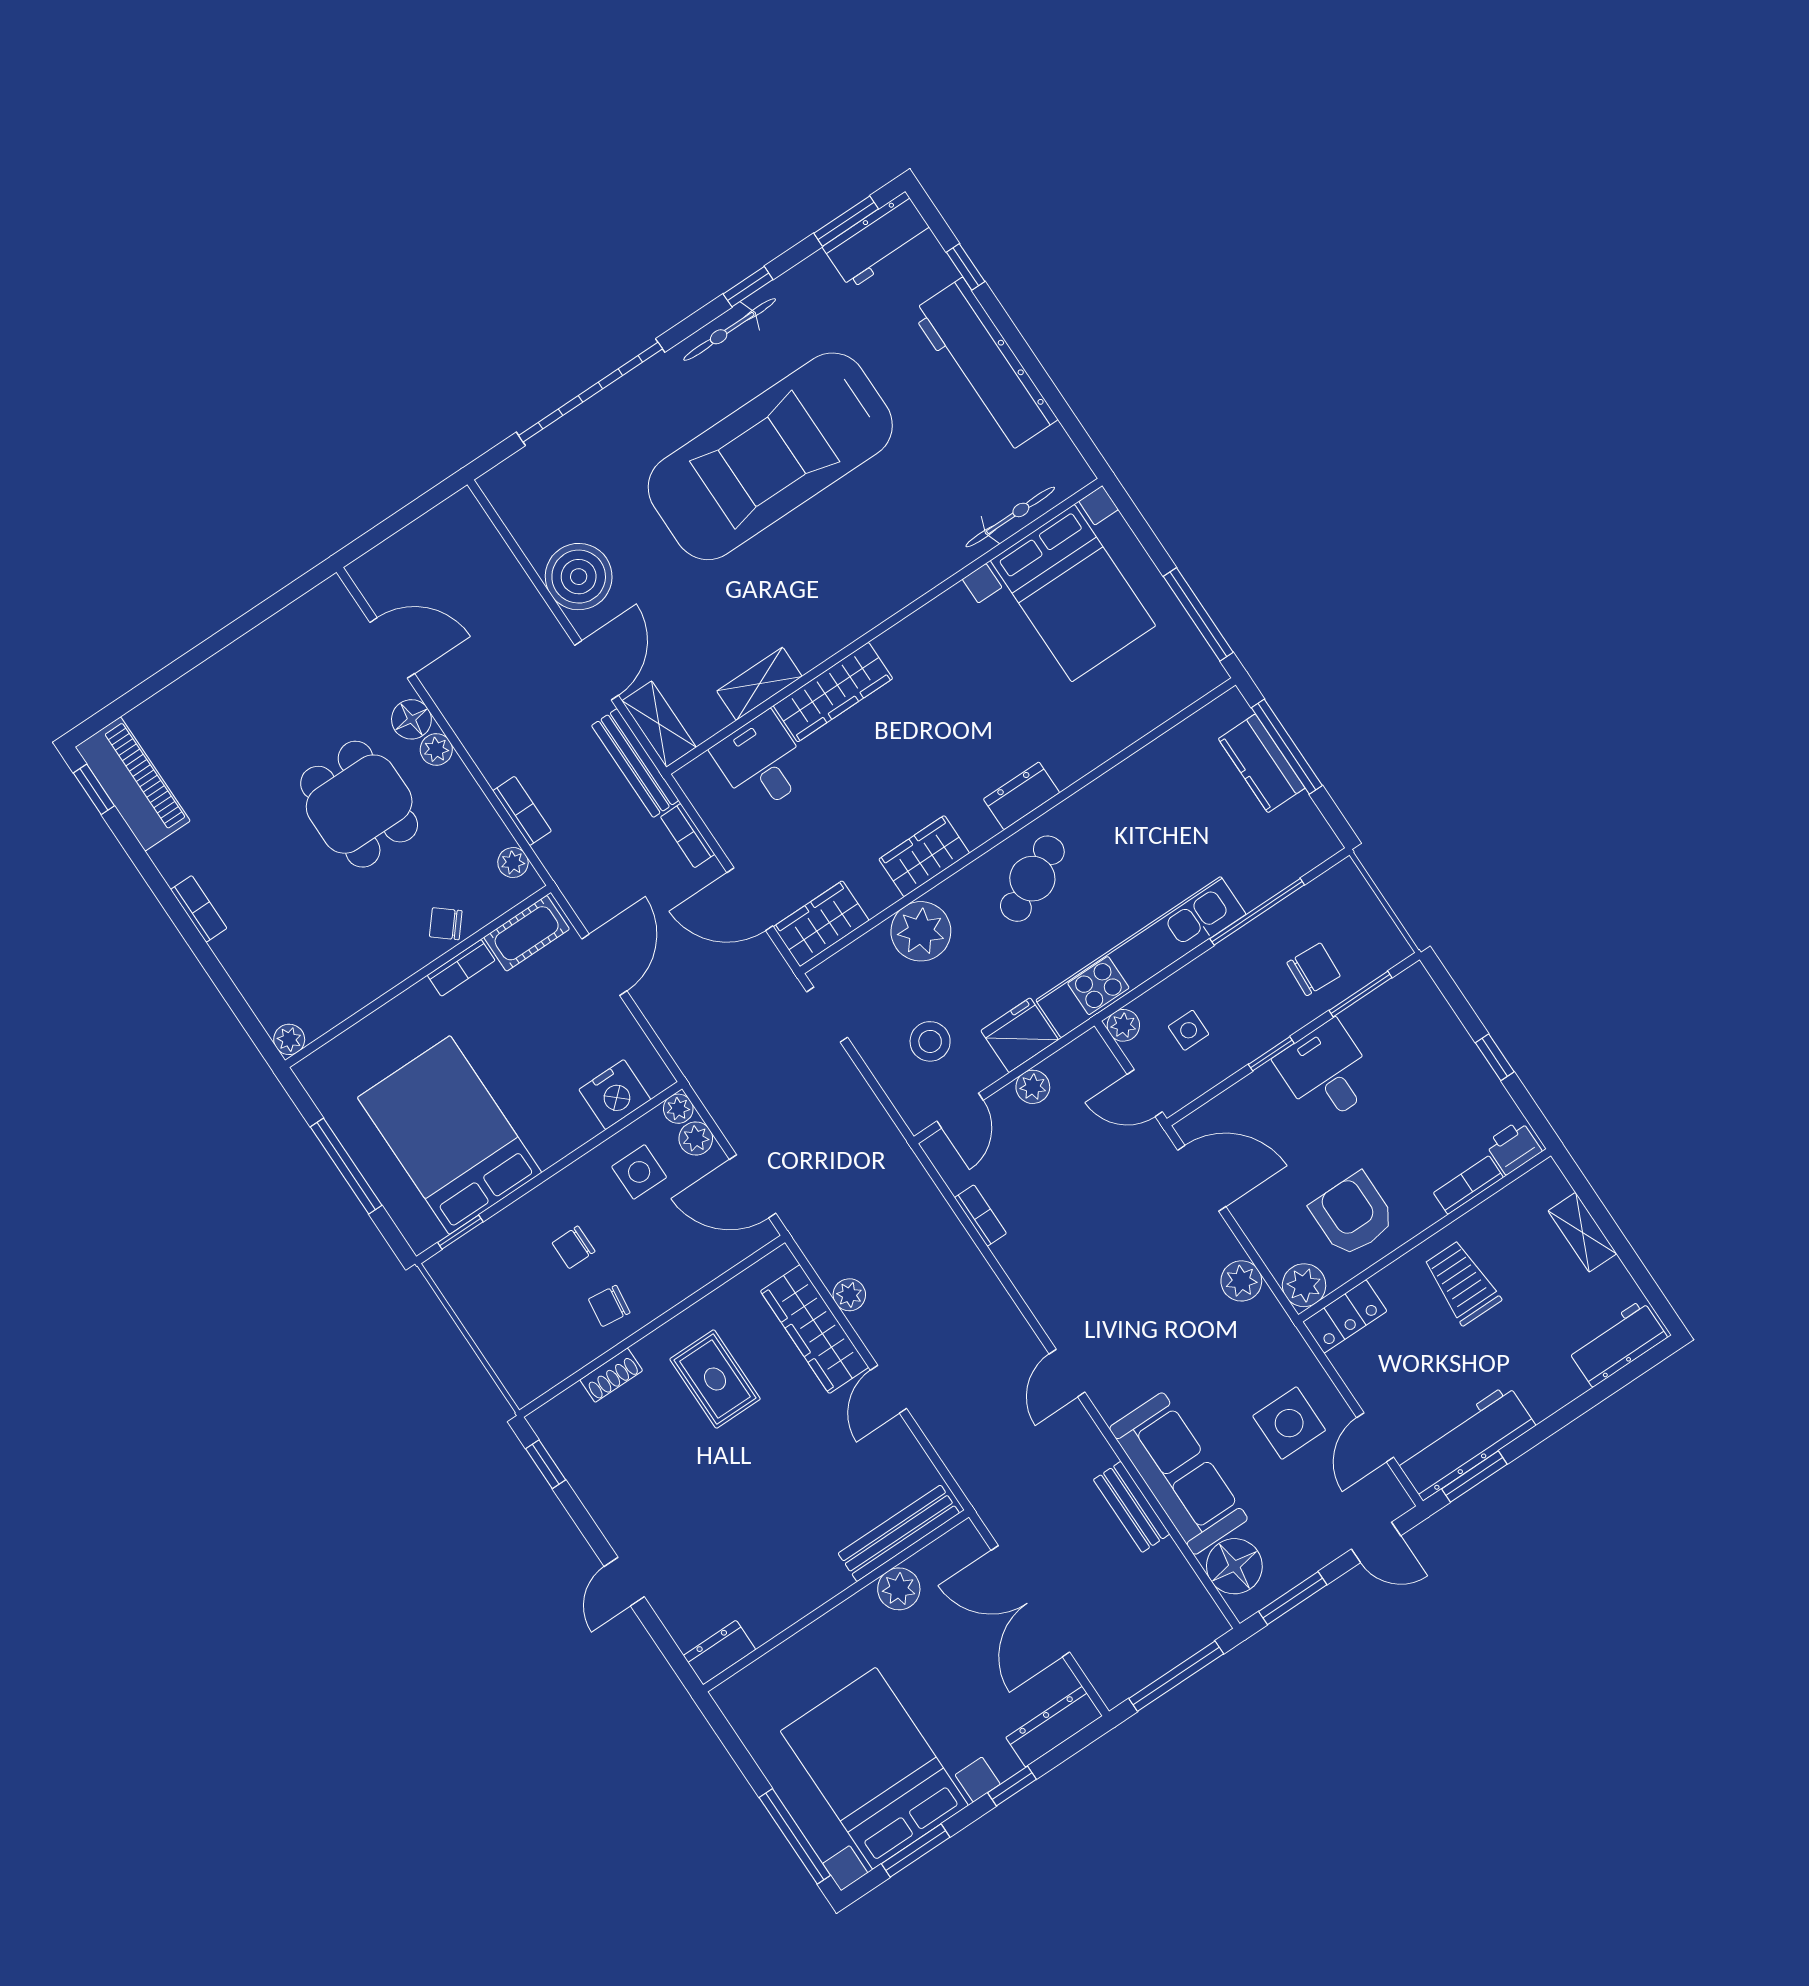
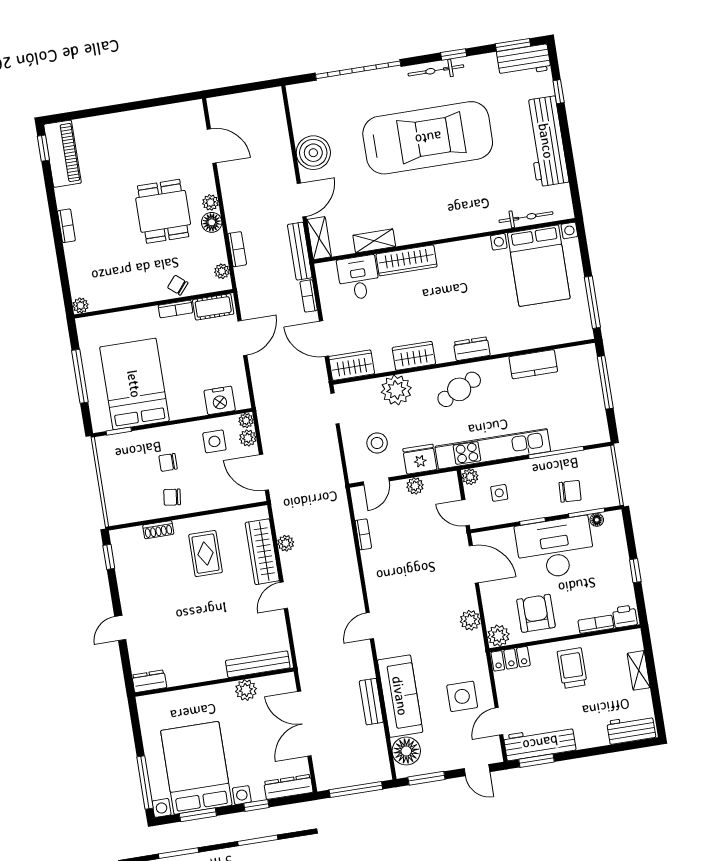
car: (770, 456) -> (428, 138), turned 180
floor lamp: (411, 719) -> (212, 222), moved
kitchen counter: (1262, 763) -> (533, 364), moved, turned -90
floor lamp: (1384, 998) -> (597, 520), added
desk: (1326, 1072) -> (555, 548), width x1.87, depth x1.30

